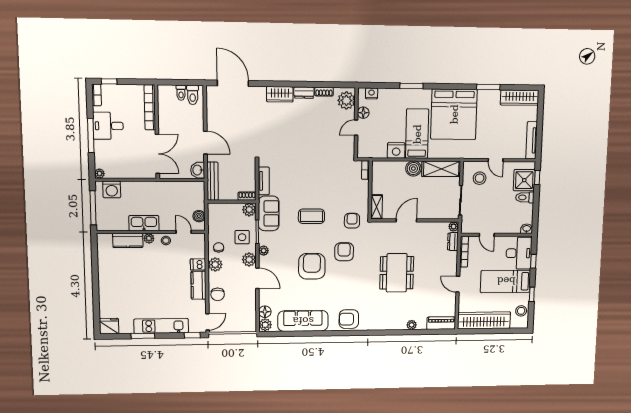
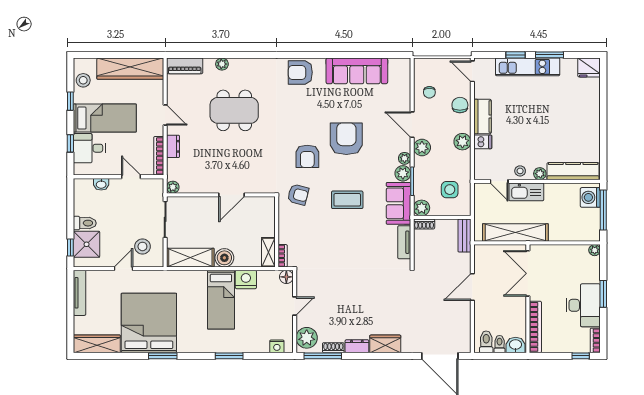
window: (333, 85) -> (323, 356), added
window: (488, 87) -> (163, 356), moved
floor lamp: (363, 113) -> (286, 277), moved
bed: (454, 114) -> (149, 323), moved
desk: (108, 126) -> (583, 305), width x1.37
window: (91, 136) -> (603, 294), width x0.69
door: (205, 143) -> (472, 287), hinge flipped
door: (496, 160) -> (123, 269), hinge flipped
washbasin: (198, 170) -> (516, 345), moved, turned -90
bench: (213, 181) -> (464, 236), width x0.73
washing machine: (112, 189) -> (590, 197), moved, turned -90
shelving: (169, 189) -> (515, 233), added
shelving: (377, 207) -> (268, 252), moved
boiler: (199, 216) -> (481, 200), removed
armchair: (352, 221) -> (298, 194), turned -75
kitchen sink: (144, 223) -> (526, 192), moved
washbasin: (527, 229) -> (101, 184), moved
side table: (242, 237) -> (450, 190), moved
kitchen counter: (128, 240) -> (573, 171), width x1.50
dresser: (453, 242) -> (173, 146), moved
chair: (219, 247) -> (429, 92), moved
desk: (519, 253) -> (89, 148), width x0.73
armchair: (312, 266) -> (346, 139), turned 180
dining table: (397, 273) -> (234, 110), moved, turned 90
floor lamp: (265, 312) -> (403, 83), removed
armchair: (349, 319) -> (300, 72), turned 180
door: (208, 322) -> (472, 71), hinge flipped
plant: (265, 325) -> (403, 173), moved
window: (192, 335) -> (516, 55), moved

